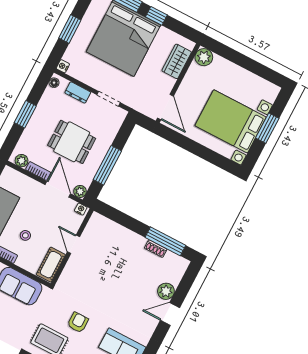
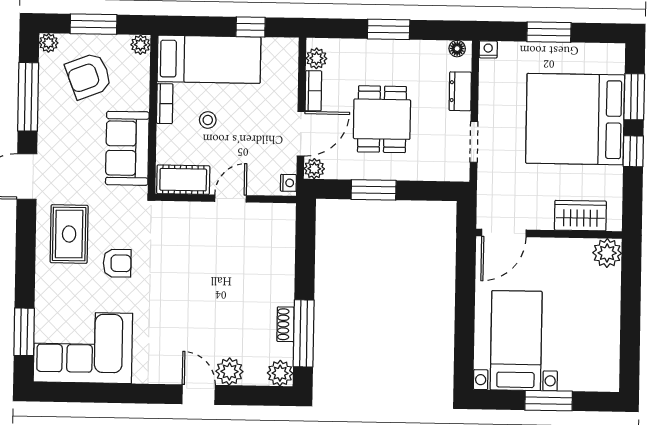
bed with nightstands: (231, 121) -> (516, 341), width x0.73
window: (107, 165) -> (374, 190), width x0.69
plant: (180, 265) -> (280, 373), added

